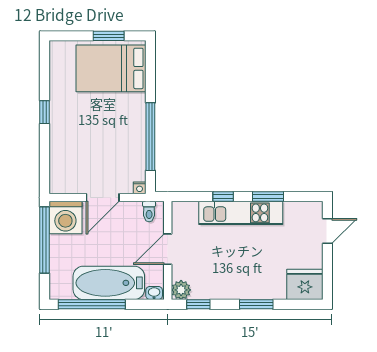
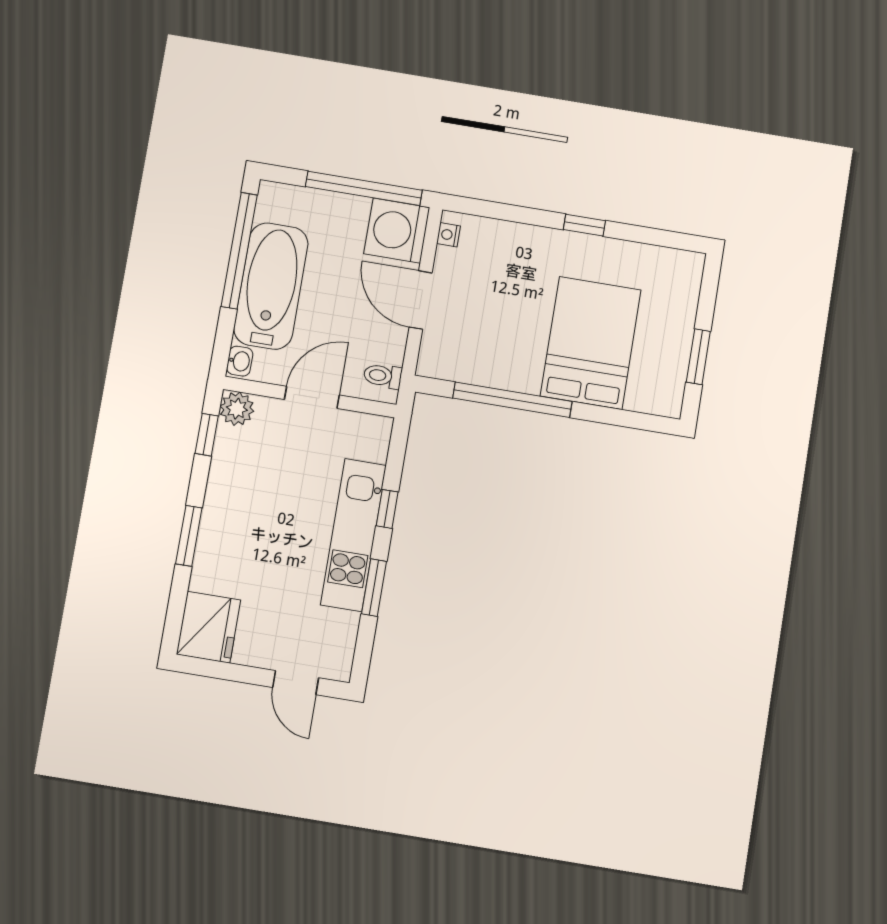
bed: (111, 68) -> (591, 343), moved
nightstand: (140, 188) -> (449, 235), moved
door: (168, 249) -> (312, 397), hinge flipped

